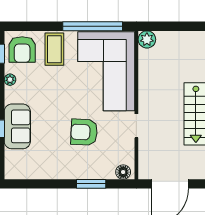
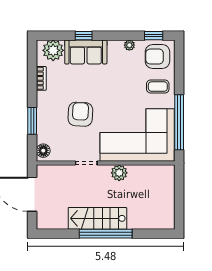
plant: (147, 39) -> (119, 173), moved
coffee table: (54, 49) -> (158, 87), width x0.73, depth x0.77
plant: (16, 161) -> (53, 50), added
bookcase: (46, 174) -> (41, 78), added

